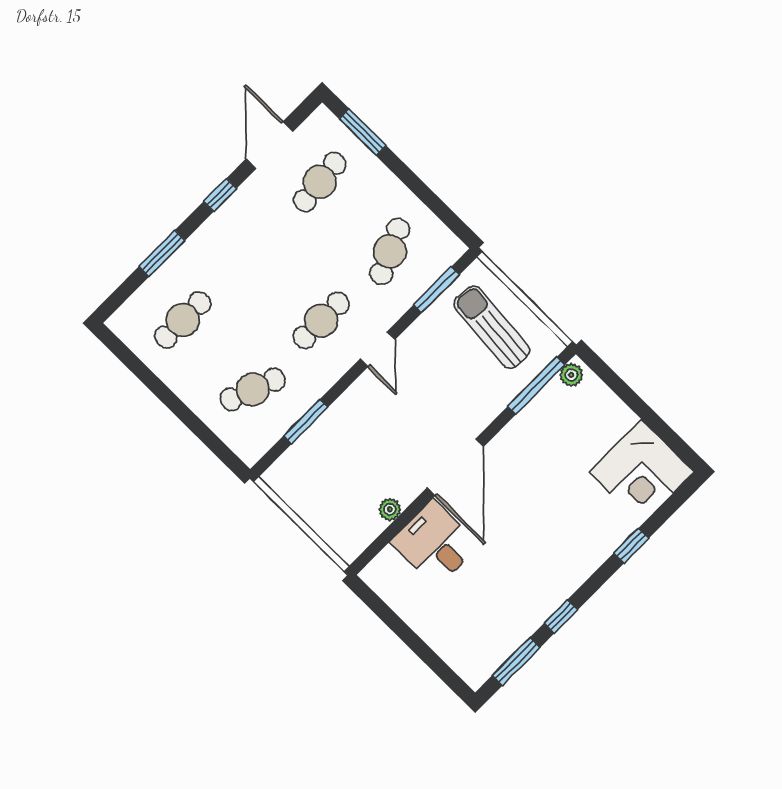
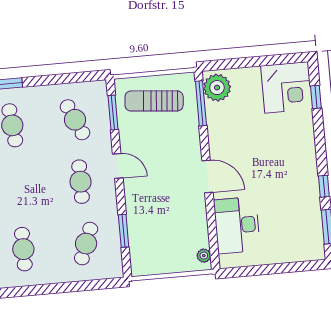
plant: (571, 375) -> (217, 88), width x1.88, depth x1.88
door: (455, 467) -> (207, 176), width x0.73
plant: (390, 509) -> (204, 256), moved
desk: (435, 543) -> (237, 225), width x1.37
window: (631, 546) -> (316, 97), moved

